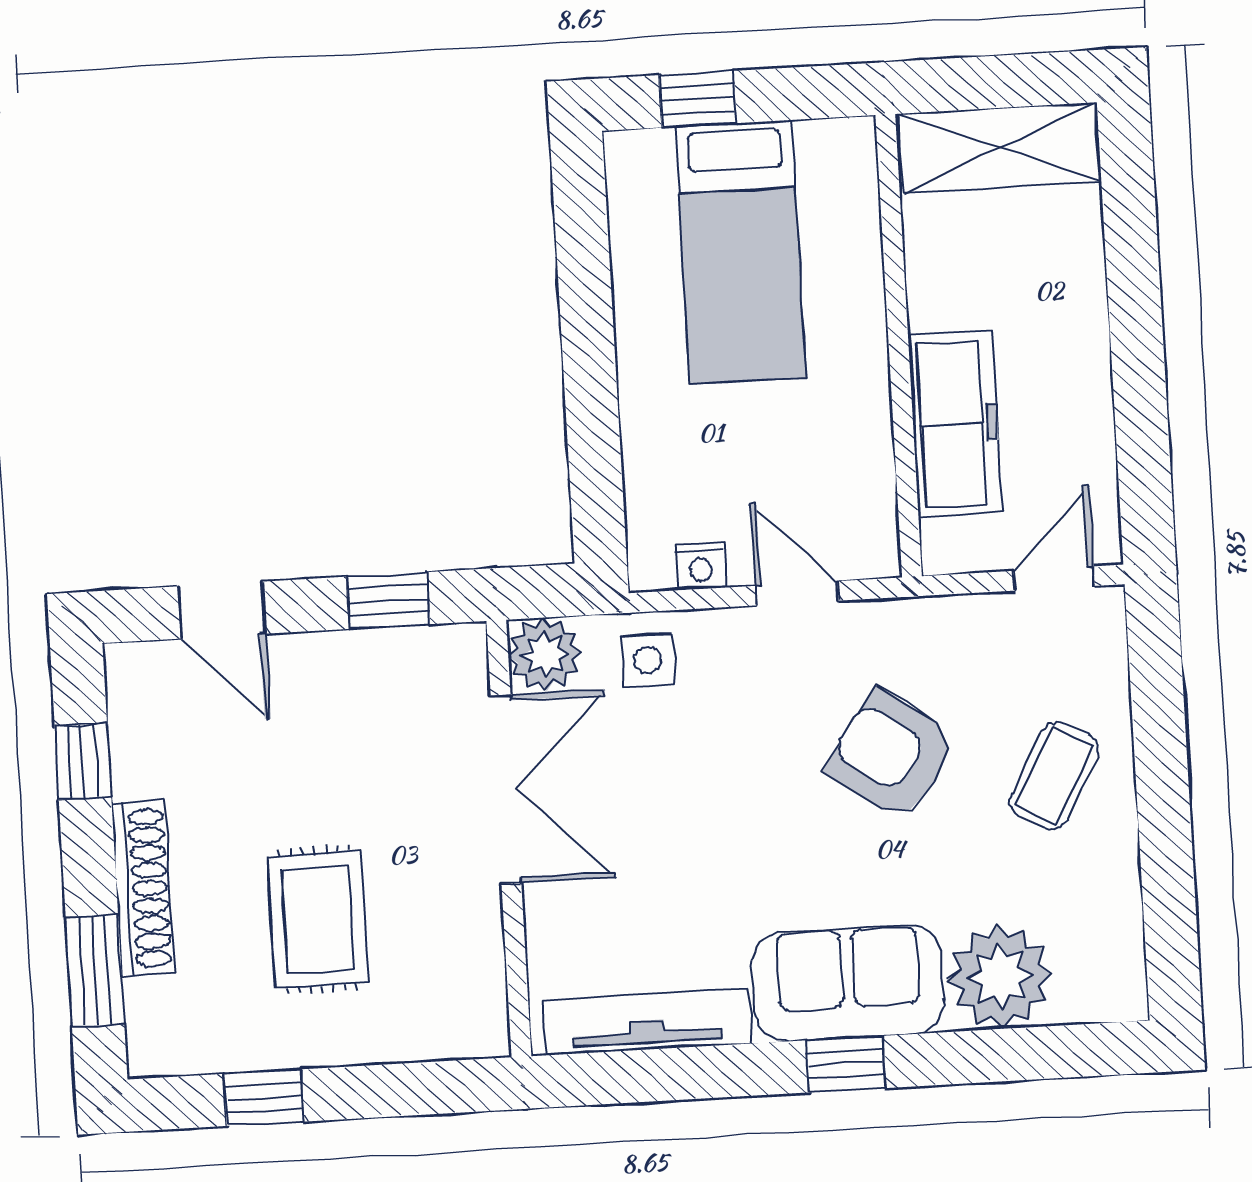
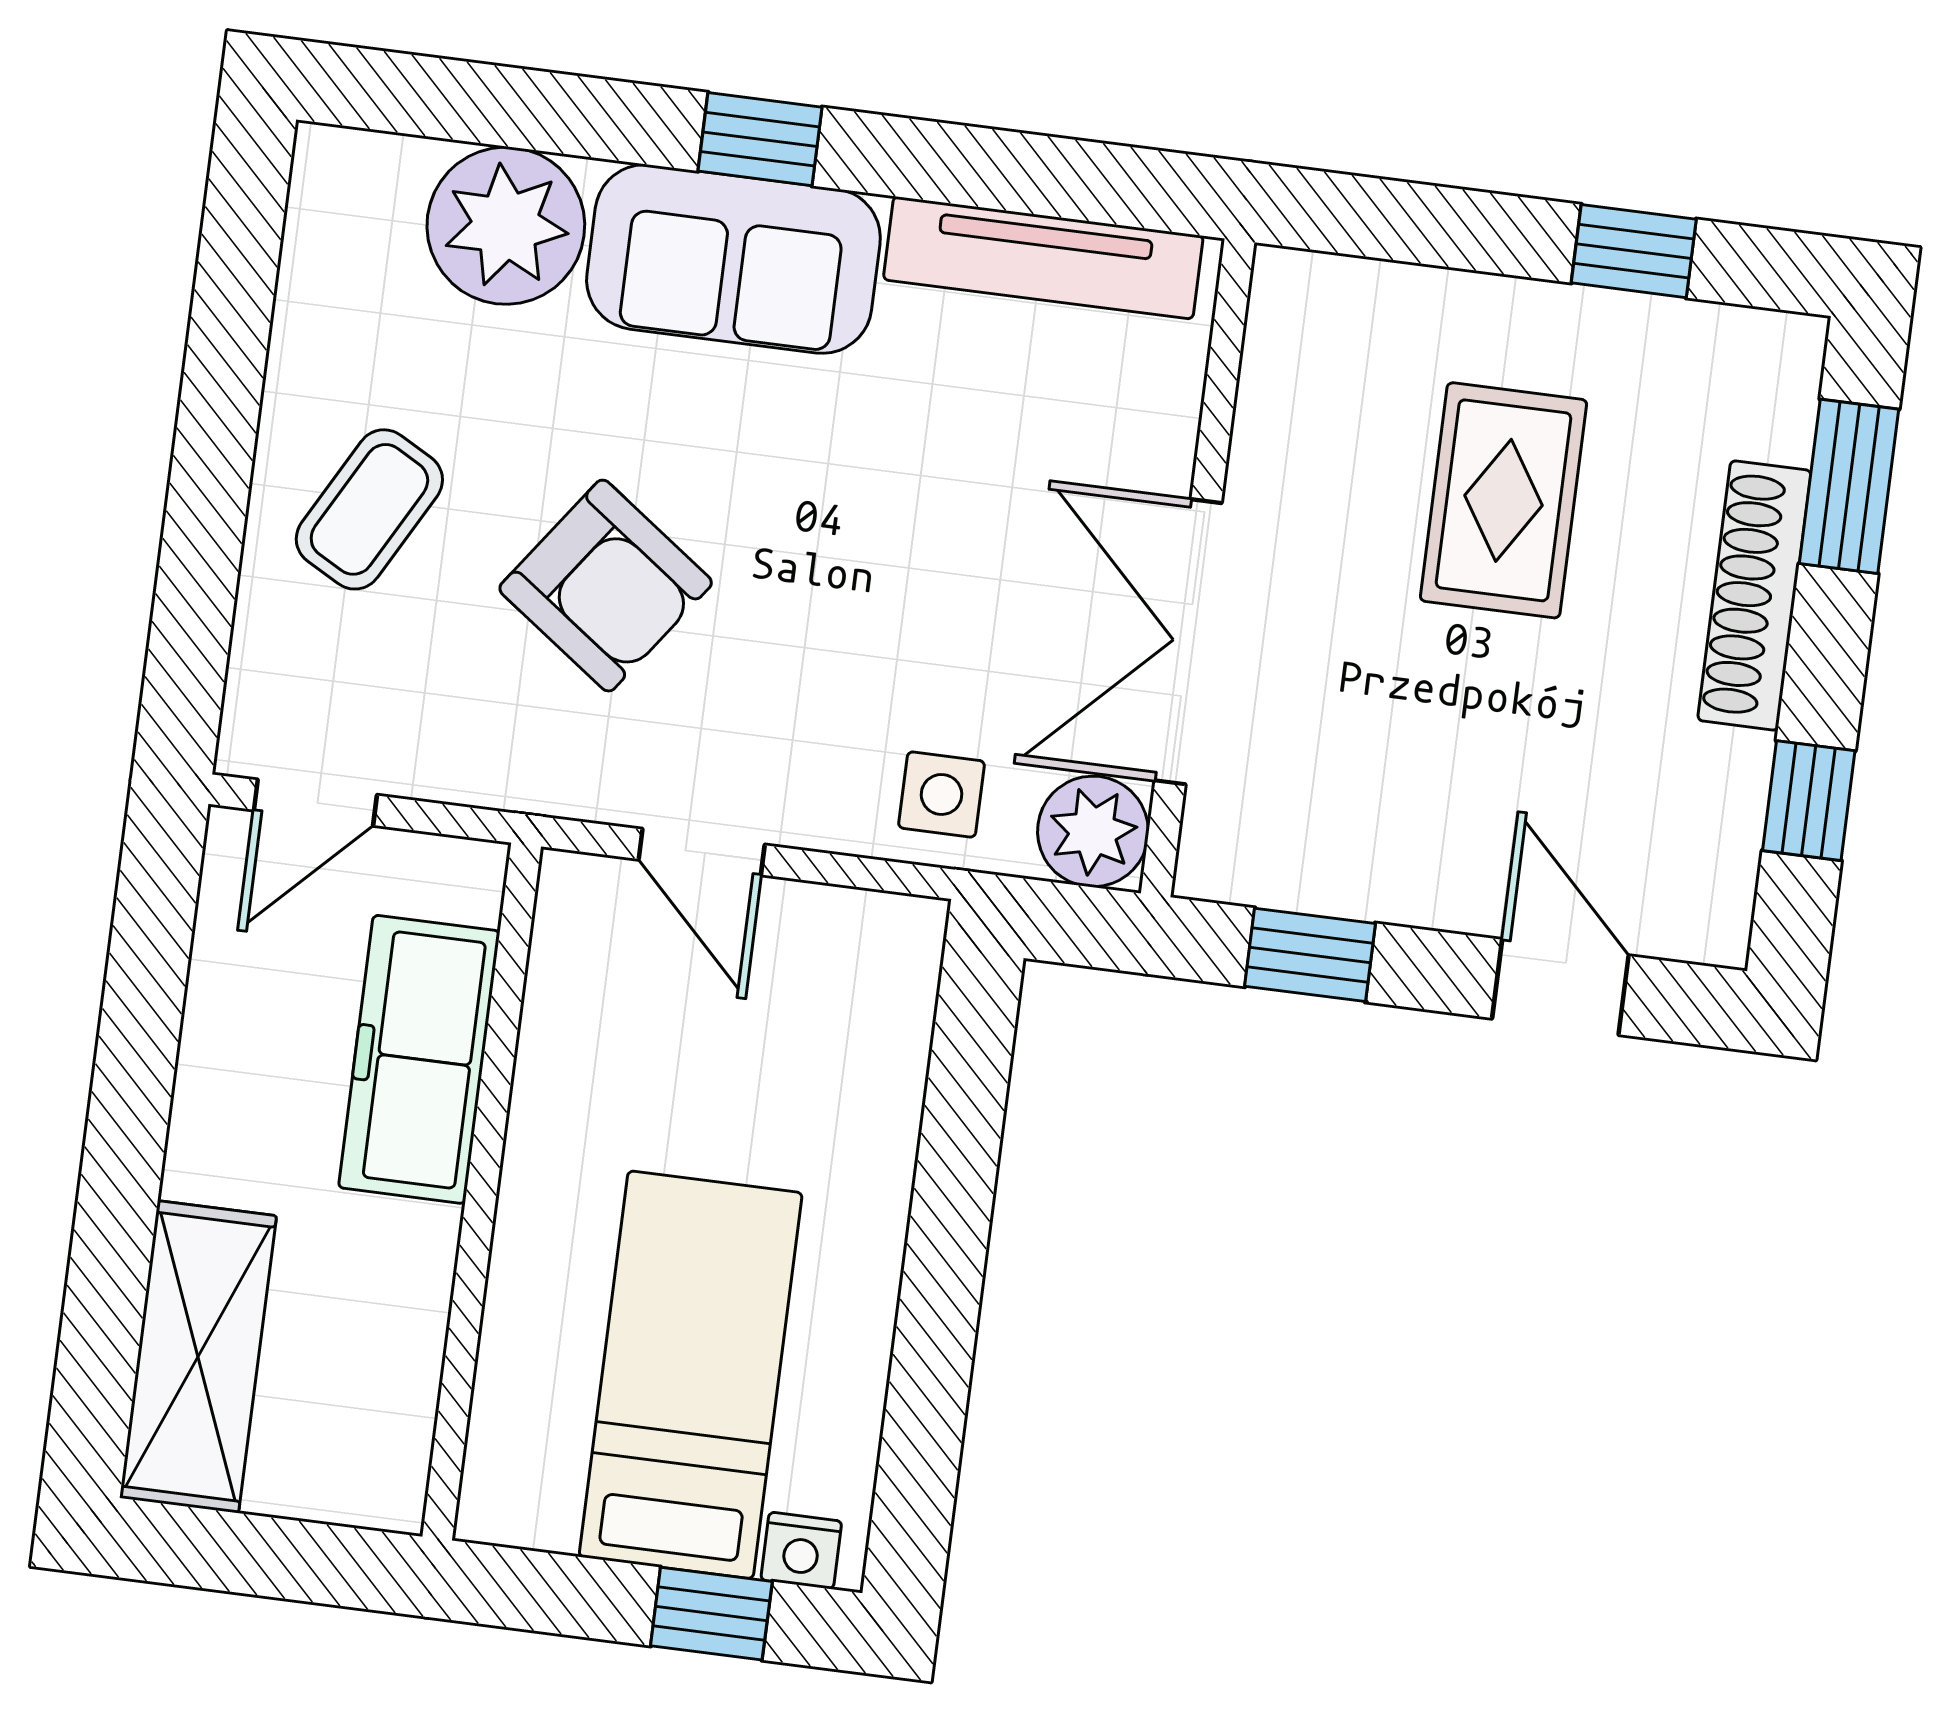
shelving: (1000, 148) -> (198, 1357), moved, turned 90
nightstand: (701, 566) -> (801, 1551), moved, turned 180

